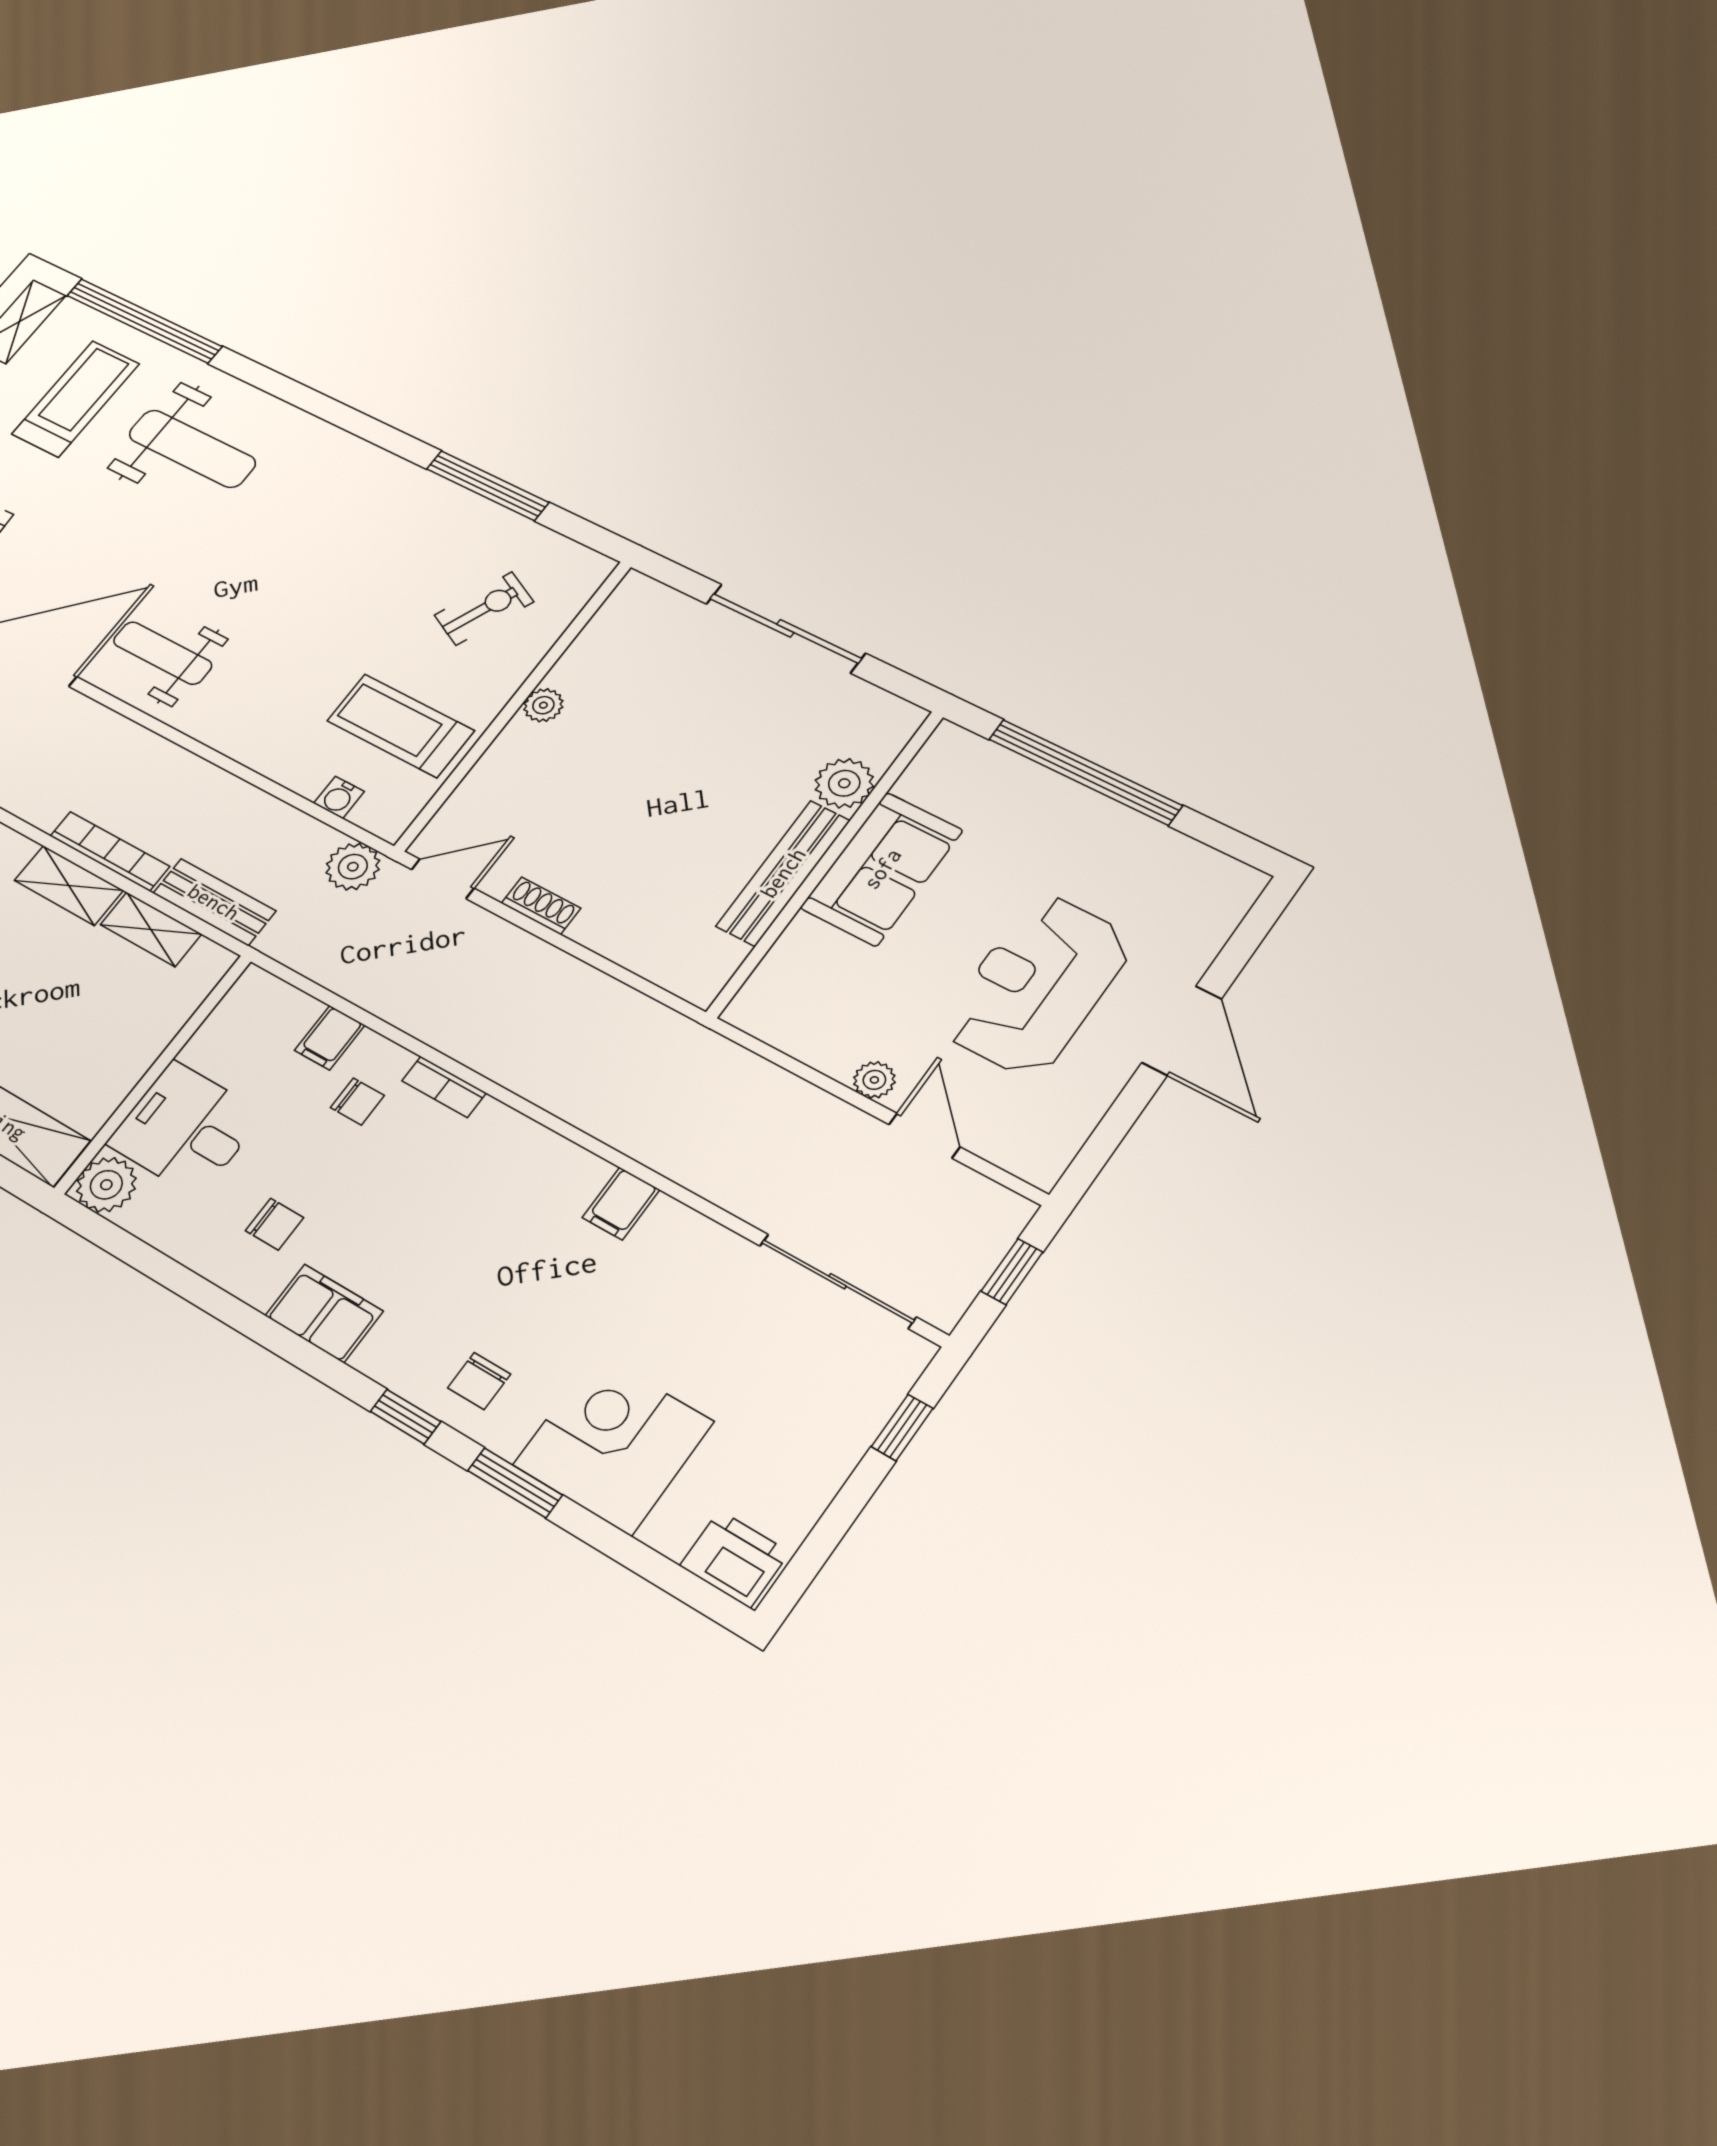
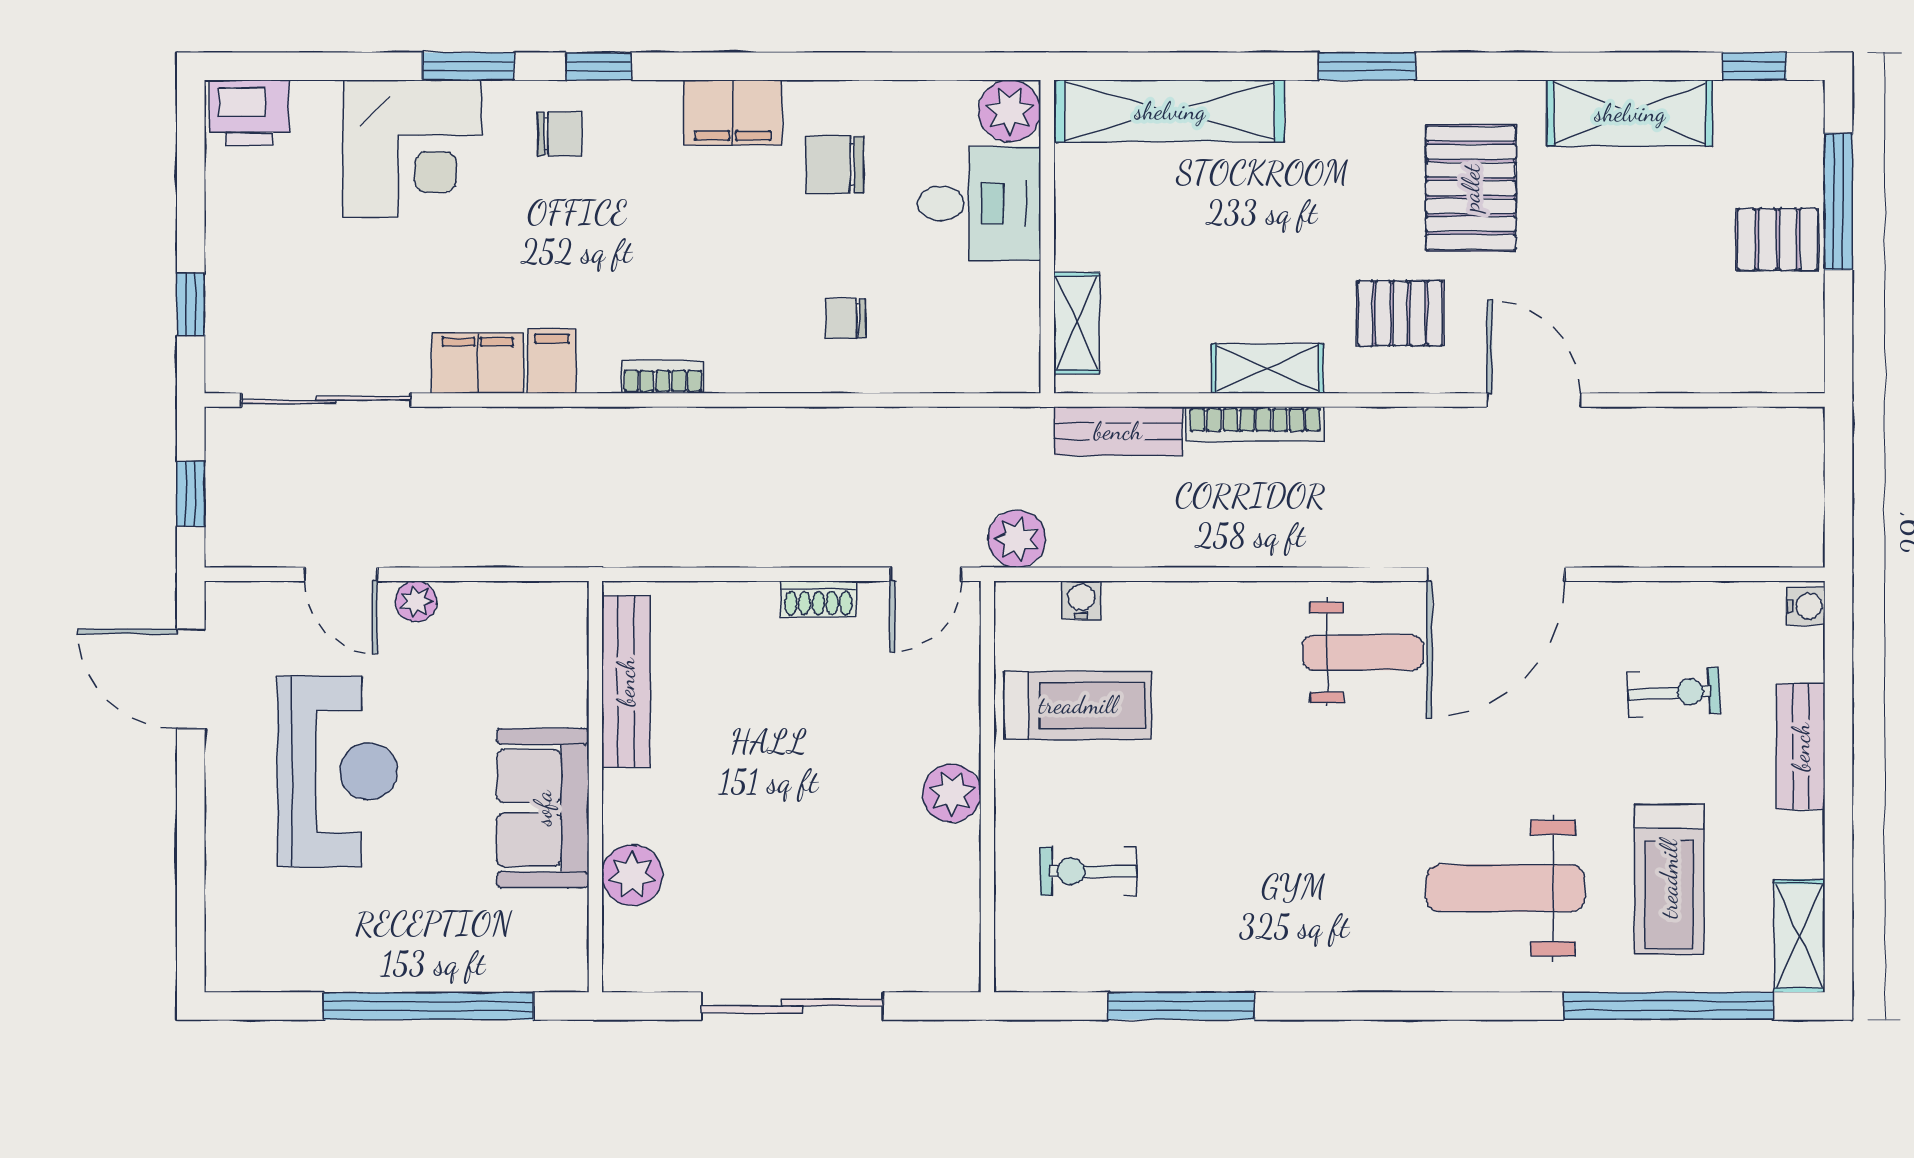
exercise bike: (484, 609) -> (1088, 871), turned 65
plant: (543, 705) -> (952, 793), width x1.38, depth x1.38
bench: (783, 873) -> (626, 682), moved
shelving: (151, 929) -> (1077, 323), moved, turned 90
door: (1182, 1031) -> (191, 679), moved
filing cabinet: (330, 1038) -> (478, 363), moved, width x2.00
bookcase: (444, 1087) -> (663, 377), moved
chair: (274, 1224) -> (835, 165), width x1.37, depth x1.37
chair: (479, 1381) -> (560, 134), turned 90

